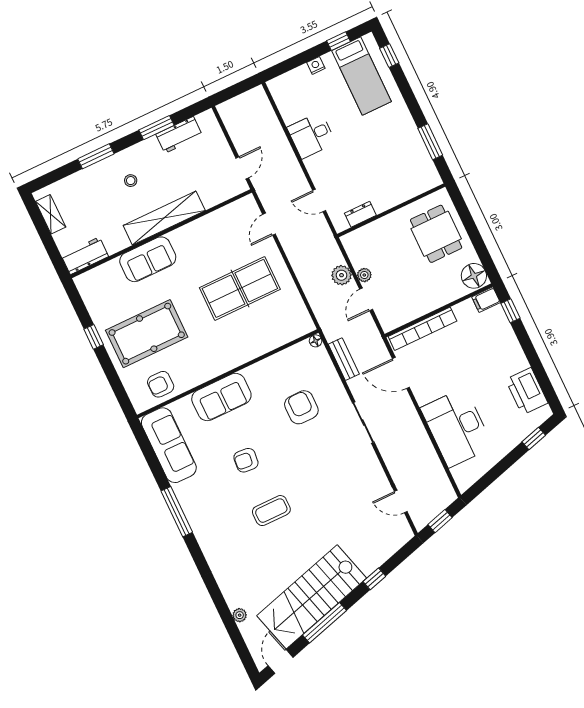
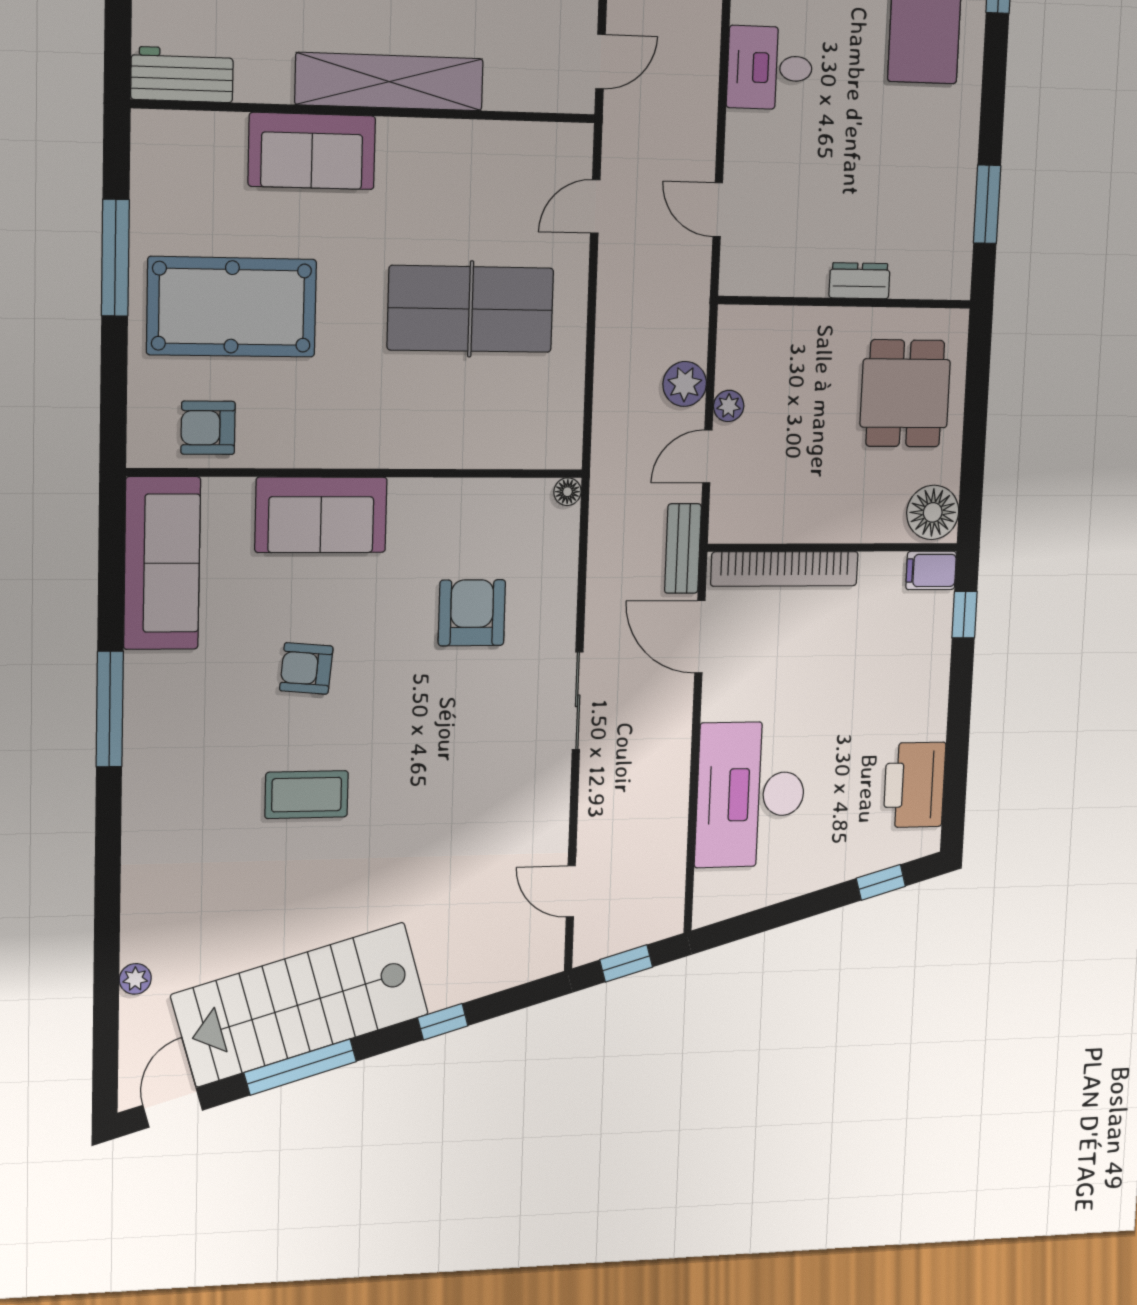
dresser: (360, 214) -> (860, 281), moved
window: (94, 337) -> (115, 258), width x2.17
bench: (344, 359) -> (683, 549), moved

